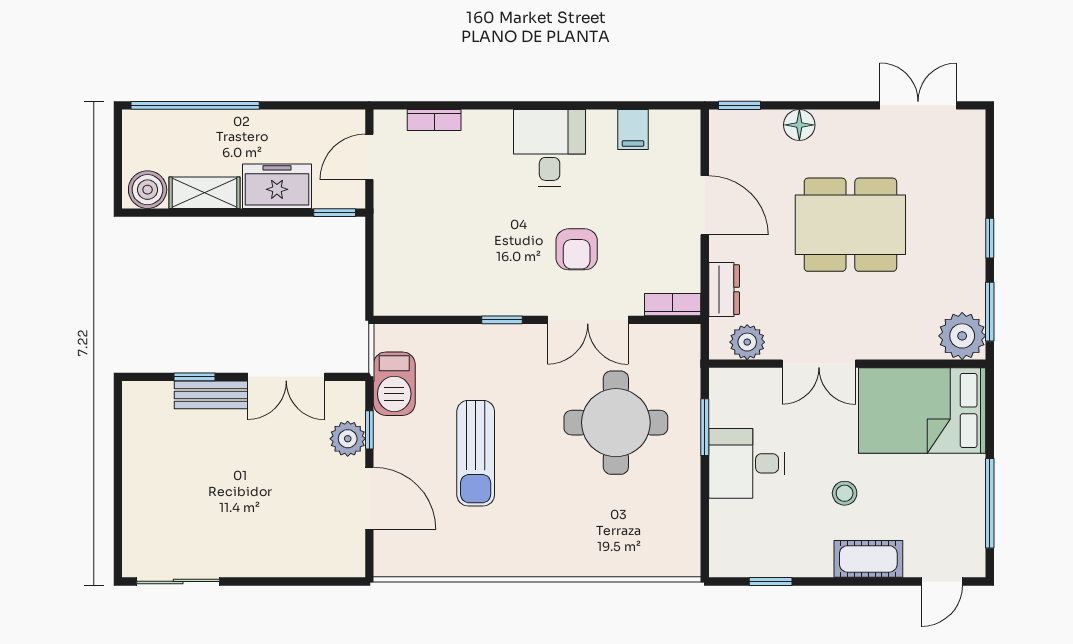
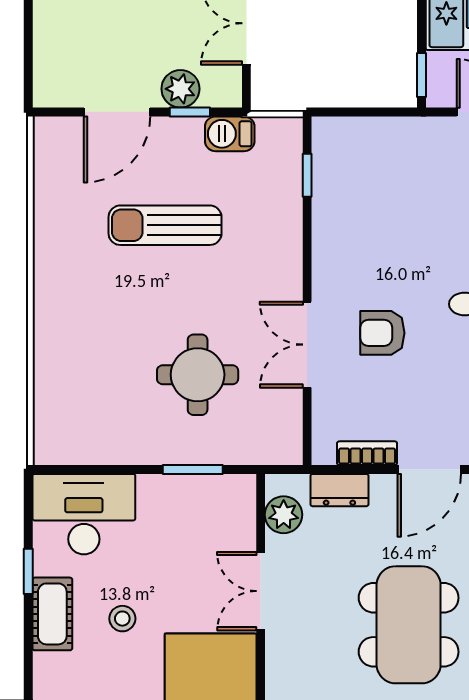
bookcase: (673, 305) -> (367, 453), moved, turned -90
window: (502, 320) -> (307, 175), moved
barbecue: (394, 384) -> (230, 134), width x0.73, depth x0.79
round table: (616, 423) -> (198, 375), width x0.73, depth x0.73
desk: (747, 463) -> (84, 514), moved, width x1.37
cot: (868, 559) -> (52, 614), moved
window: (771, 581) -> (28, 571), moved

